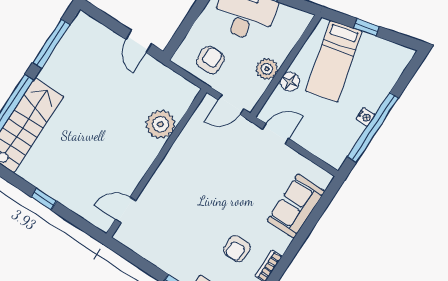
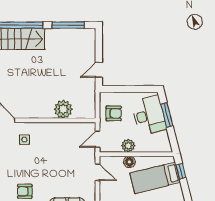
window: (366, 27) -> (181, 171), moved
door: (231, 104) -> (98, 139), hinge flipped
side table: (167, 203) -> (24, 140), added

